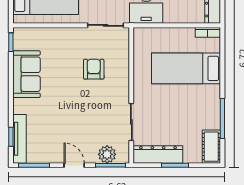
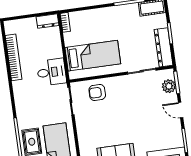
bed: (186, 68) -> (93, 56), moved, turned -90
armchair: (94, 69) -> (97, 93), moved
door: (74, 165) -> (181, 110), hinge flipped

